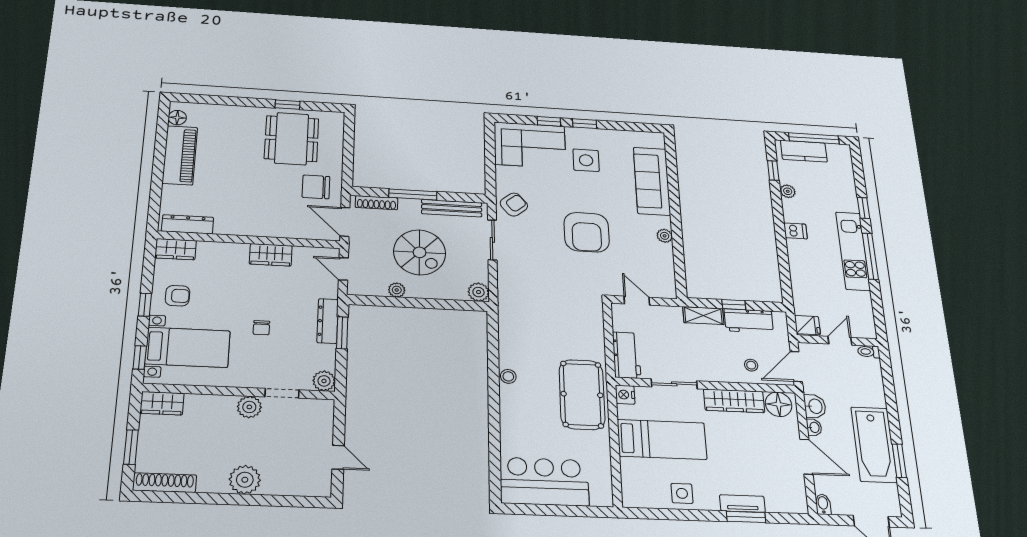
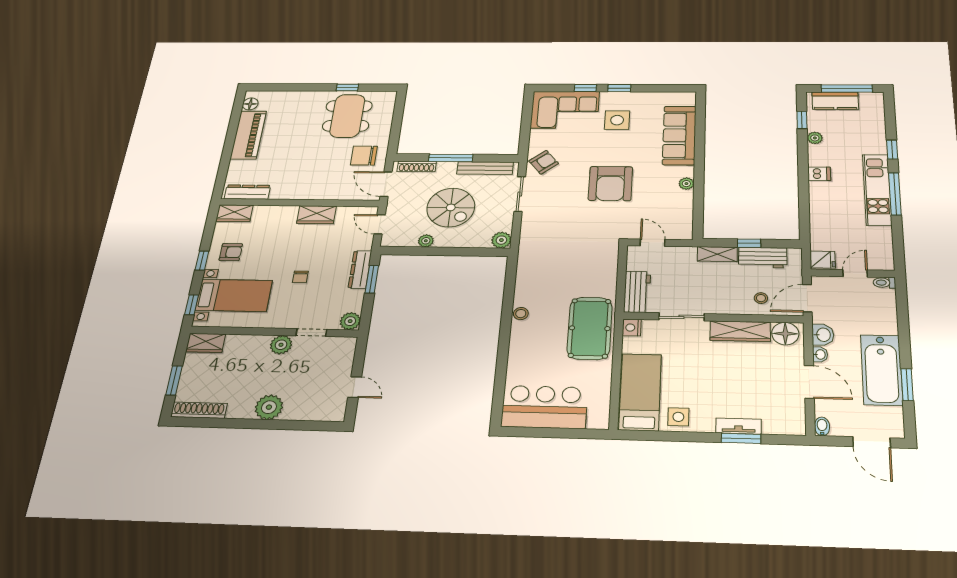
bed: (662, 439) -> (640, 392), moved, turned -90

